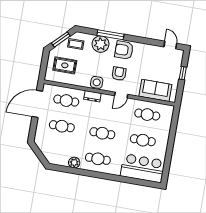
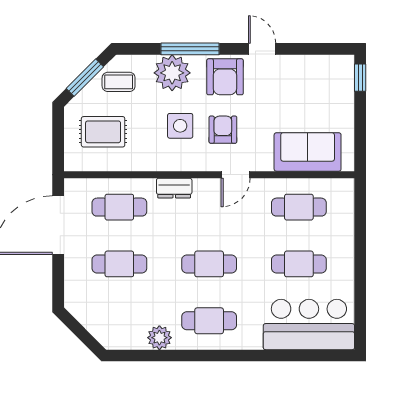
door: (170, 45) -> (262, 49), moved
armchair: (124, 50) -> (225, 77), turned -90
window: (183, 73) -> (360, 78), moved
side table: (97, 82) -> (180, 126), moved

